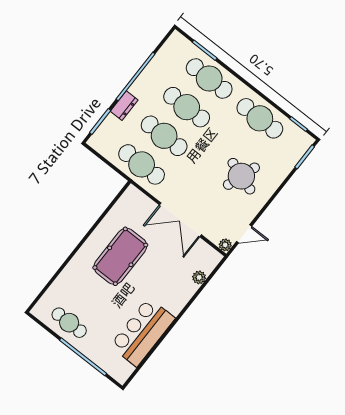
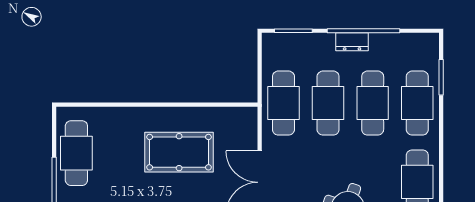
dresser: (124, 106) -> (352, 42), moved
cafe table: (69, 323) -> (76, 153), width x1.37, depth x1.35

